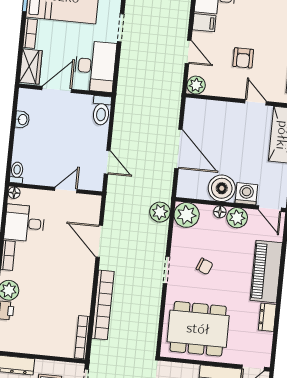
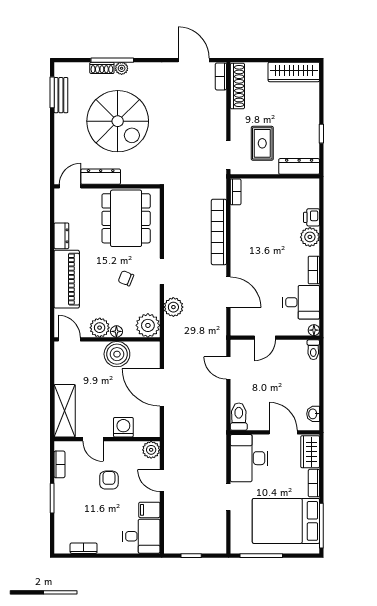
door: (57, 89) -> (283, 432), swing flipped
washbasin: (22, 120) -> (313, 414), moved
washing machine: (246, 194) -> (123, 427), moved, turned 180
plant: (160, 212) -> (173, 307), moved
dining table: (198, 329) -> (126, 218), turned 90
bookcase: (82, 337) -> (236, 192), width x0.64

